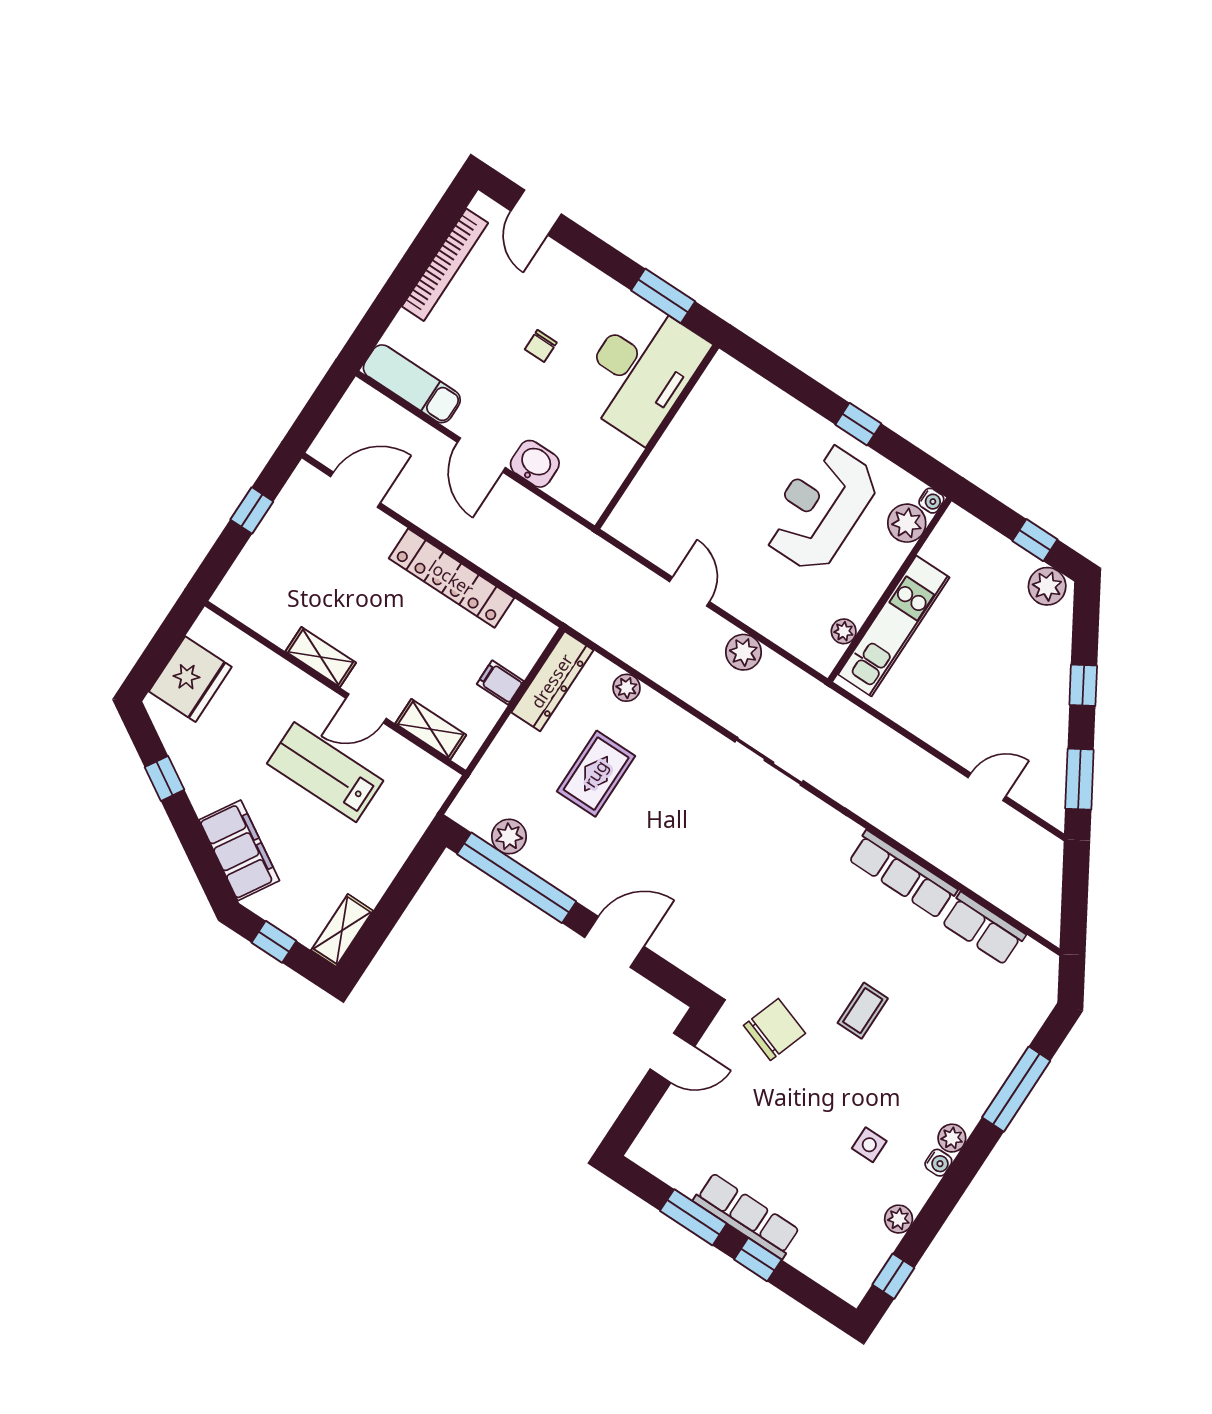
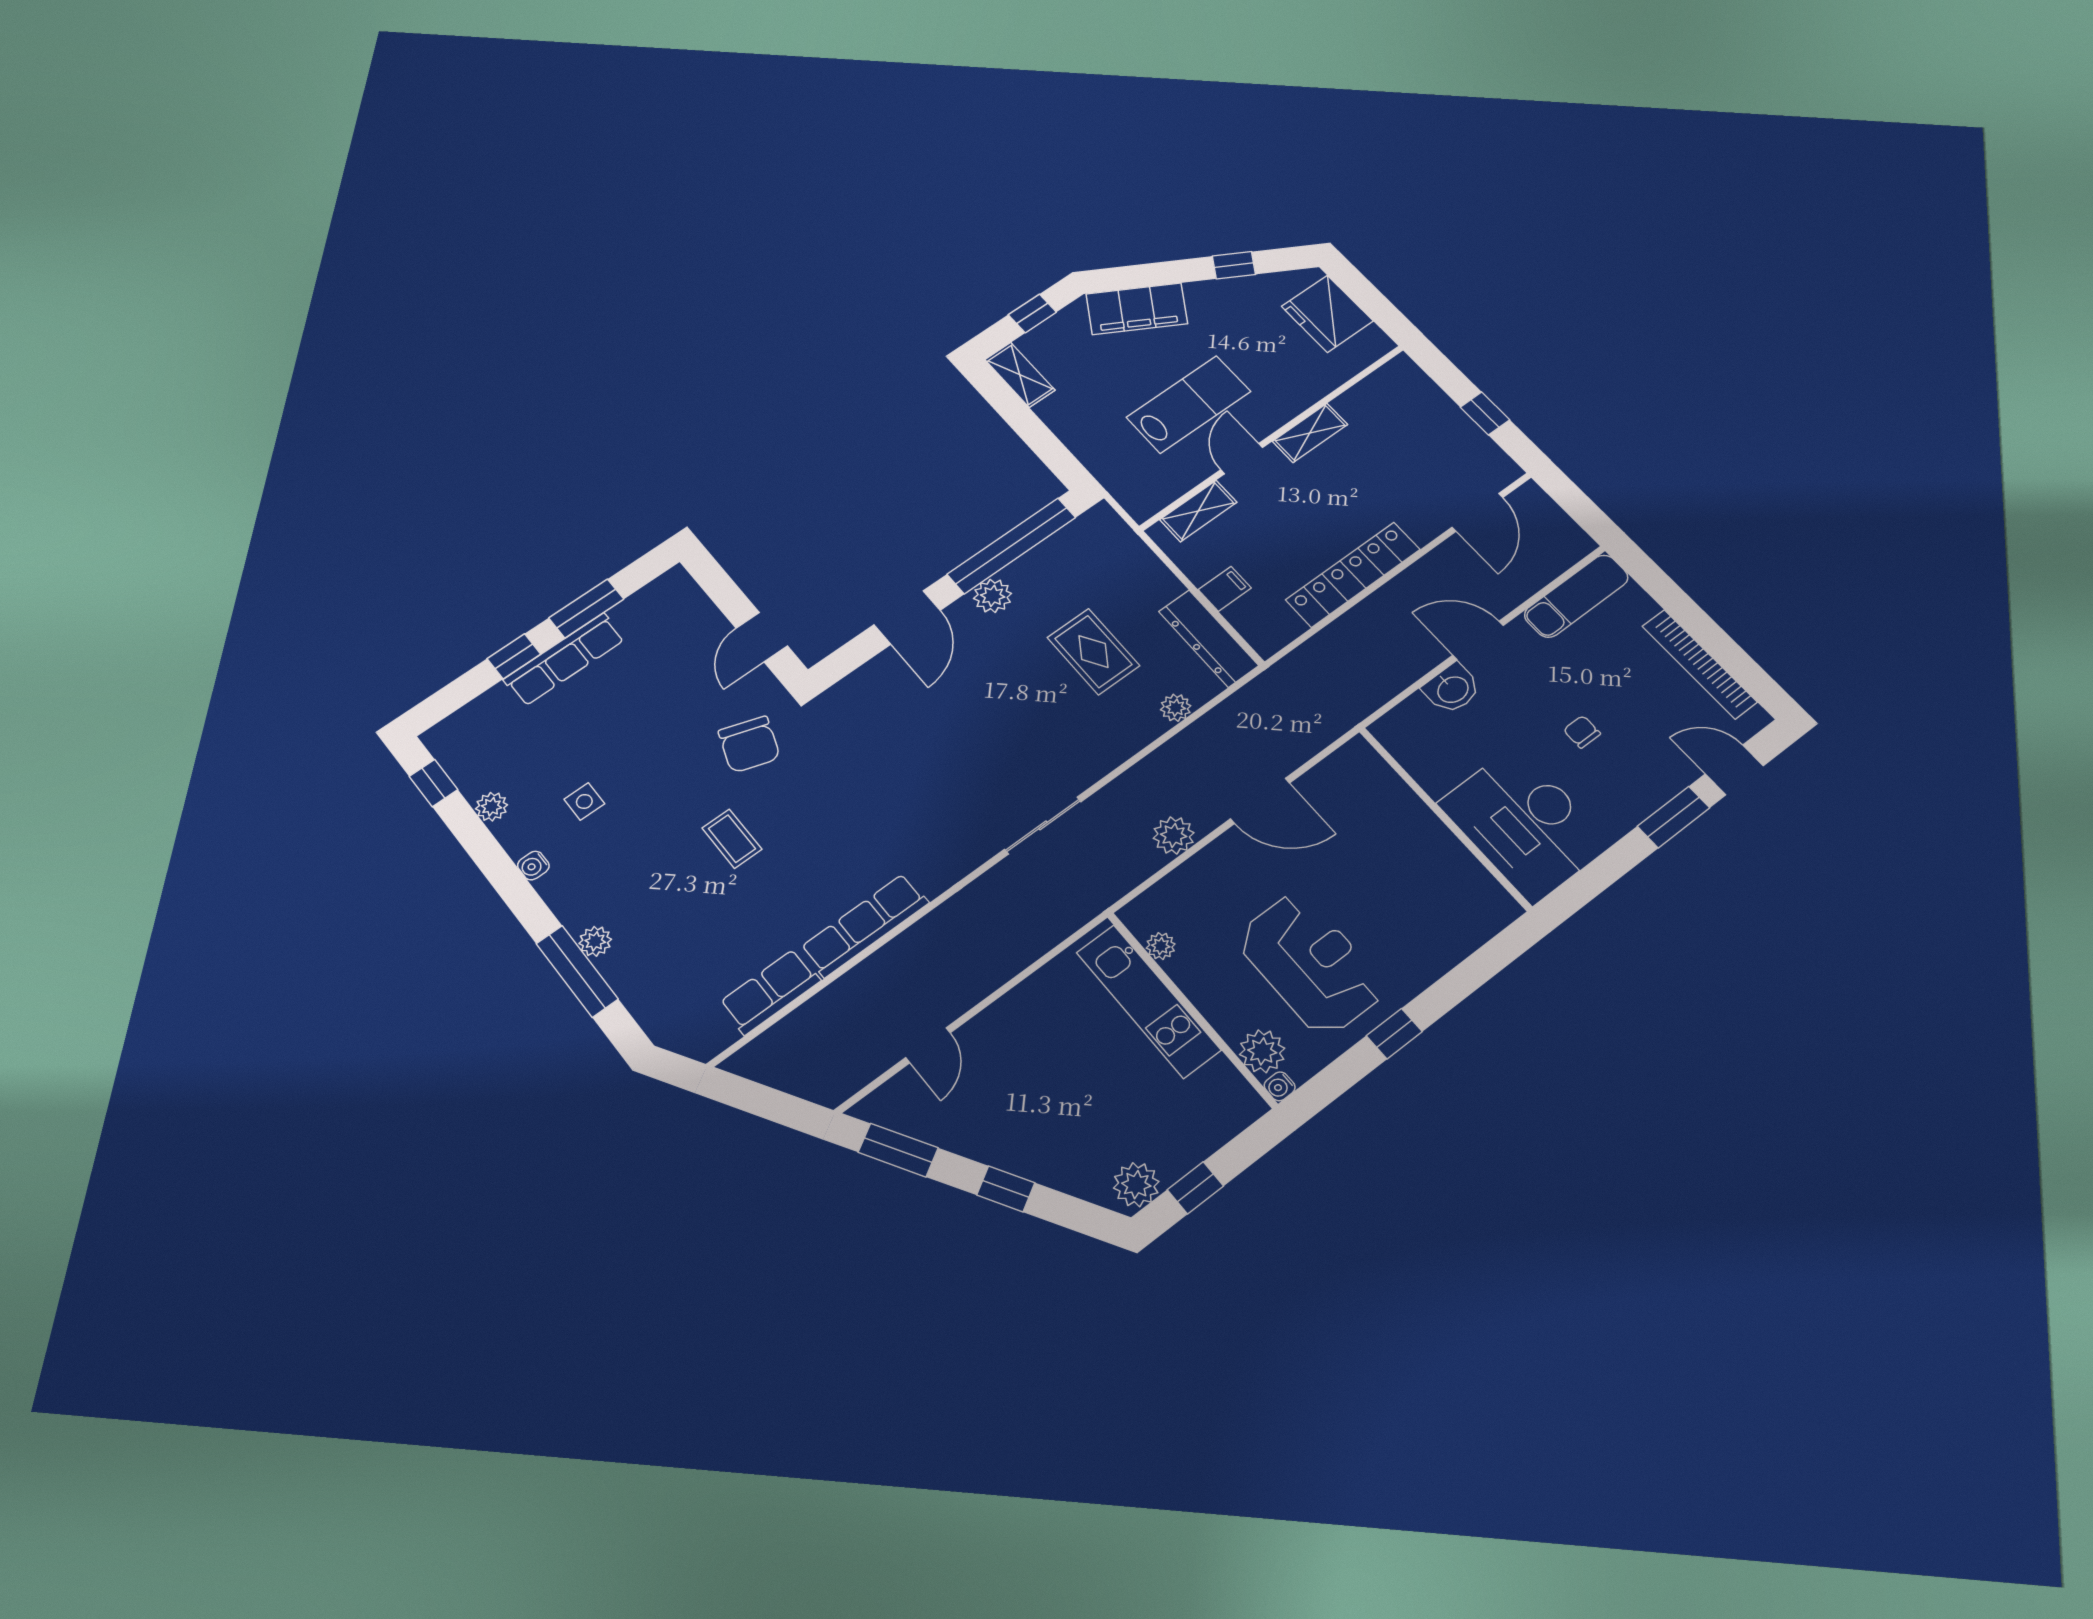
window: (663, 296) -> (1674, 817), moved
door: (690, 592) -> (1260, 801), width x1.38
plant: (509, 837) -> (993, 596), moved
plant: (952, 1138) -> (595, 941), moved

